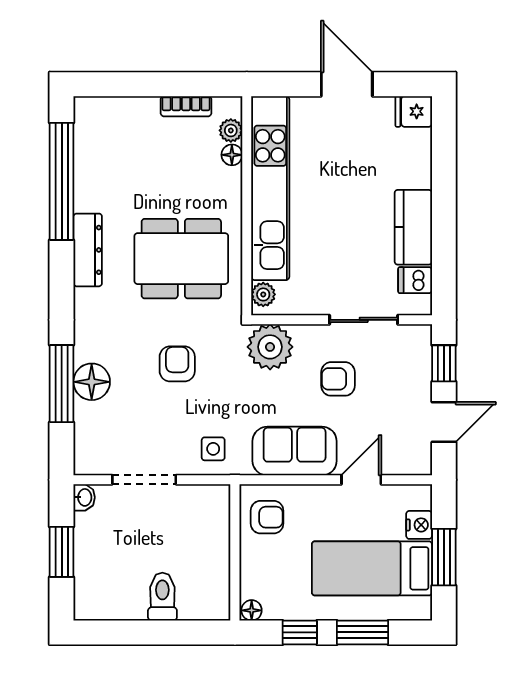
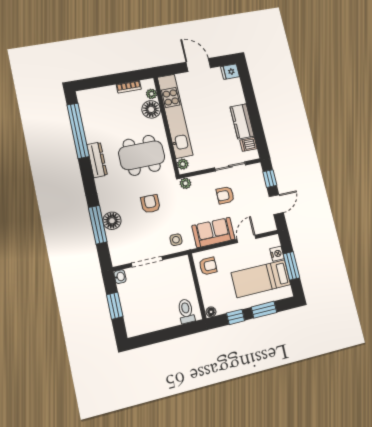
floor lamp: (232, 155) -> (151, 109), width x1.89, depth x1.89
plant: (270, 347) -> (185, 183), width x0.53, depth x0.53
toilet: (162, 597) -> (186, 311), moved

